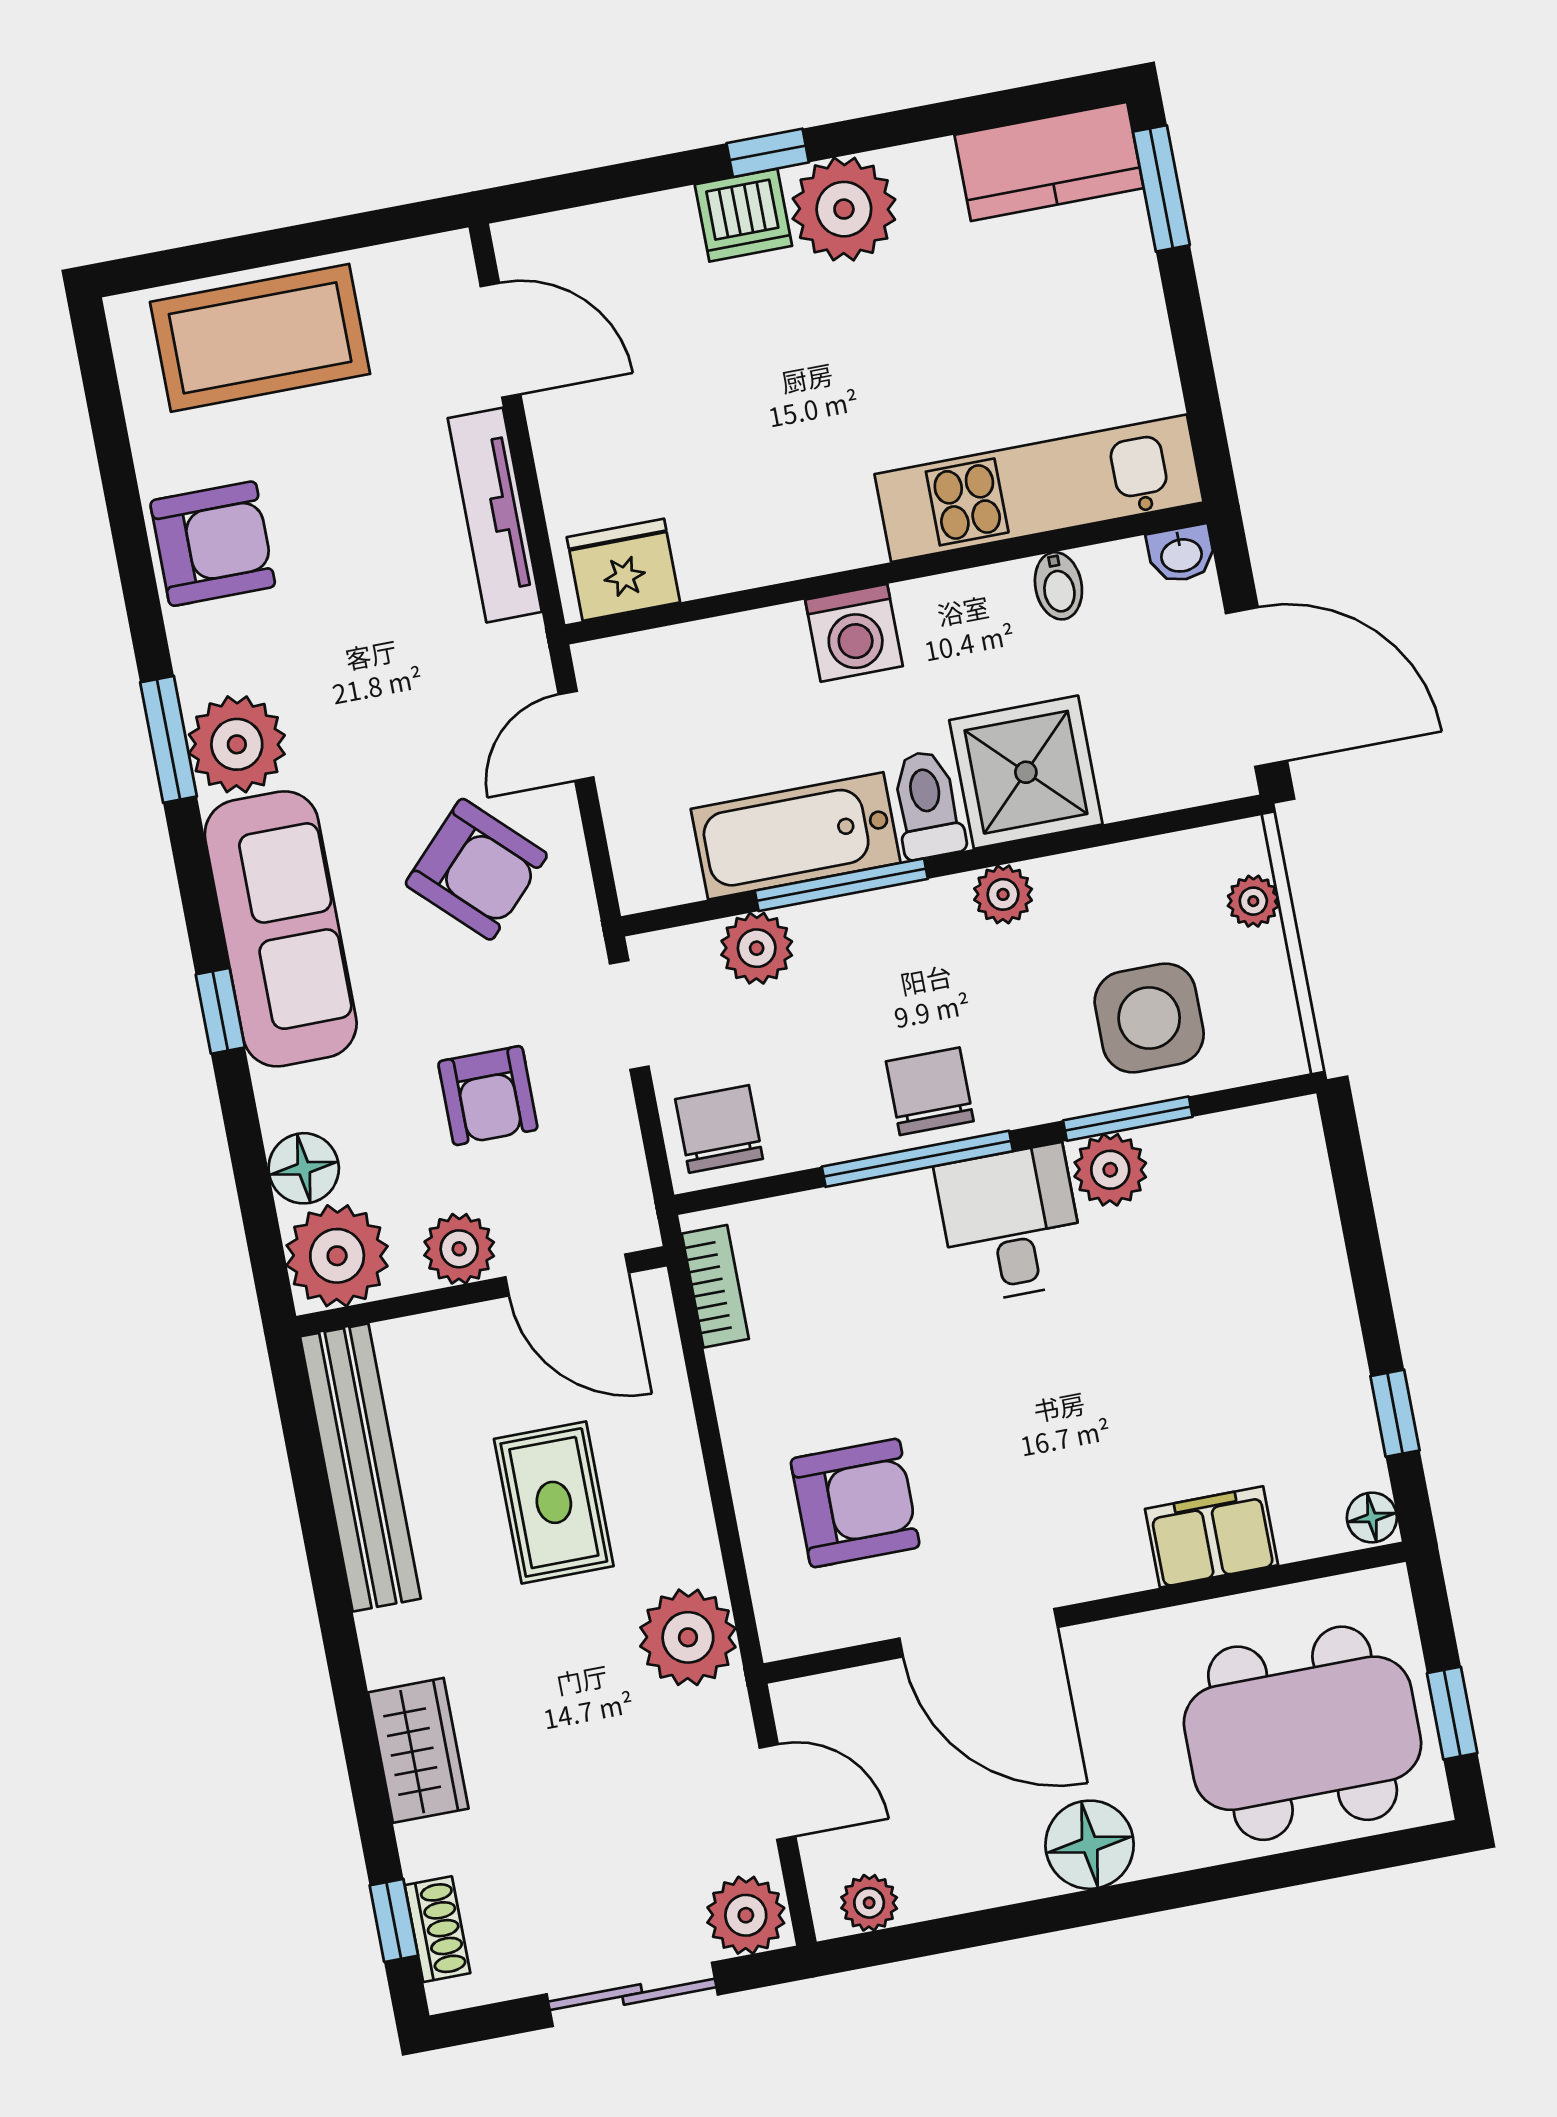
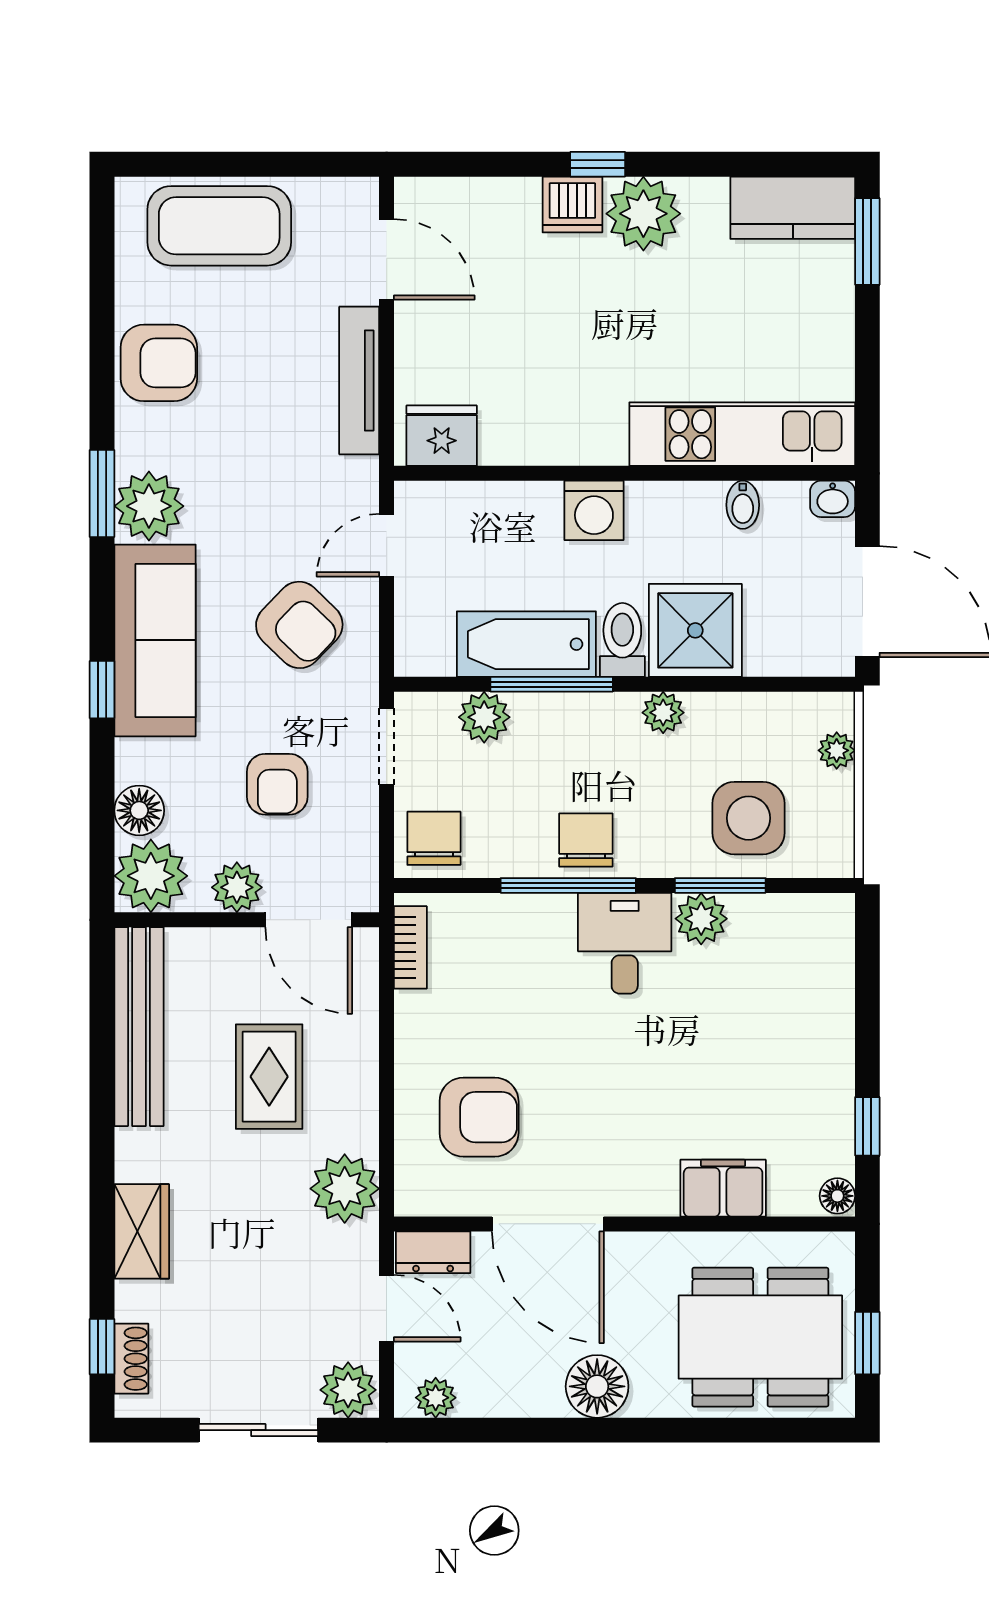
dresser: (827, 1702) -> (433, 1252), added

